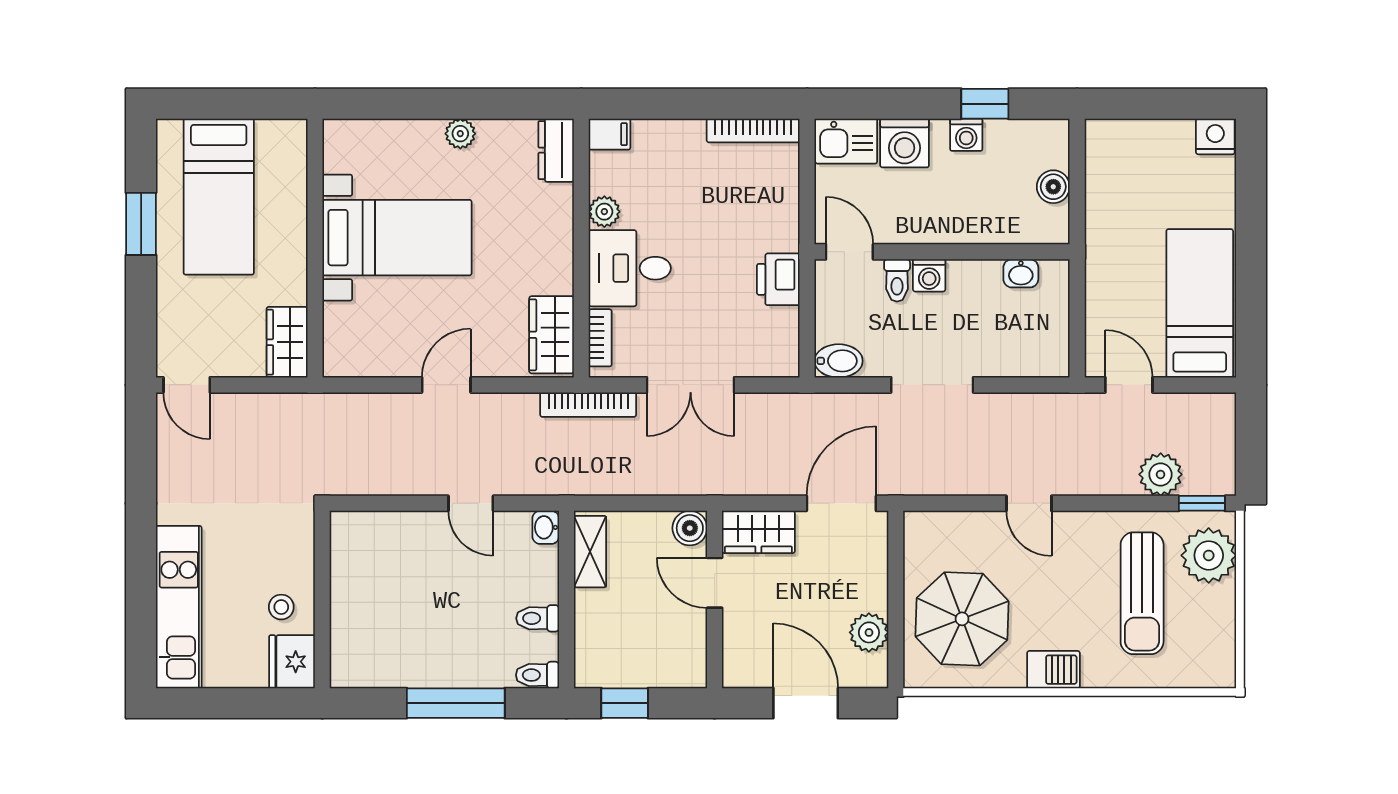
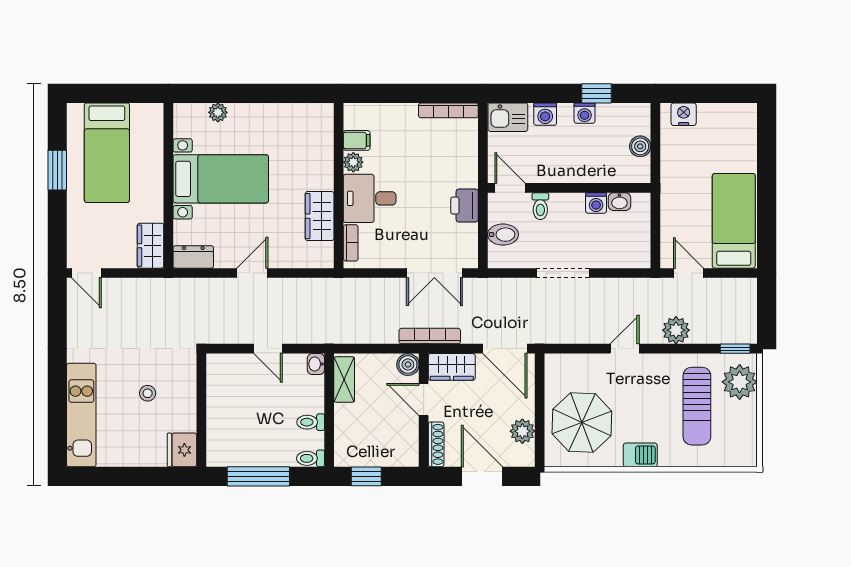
plant: (460, 134) -> (218, 112), moved
filing cabinet: (610, 134) -> (357, 140), moved
nightstand: (1215, 136) -> (684, 114), moved
washing machine: (905, 143) -> (545, 114), width x0.73, depth x0.73
dresser: (556, 150) -> (193, 257), moved, turned 90
washing machine: (929, 275) -> (596, 203), moved
wardrobe: (552, 335) -> (320, 216), moved
bidet: (839, 361) -> (503, 235), moved
double door: (691, 385) -> (434, 273), moved
bookcase: (588, 405) -> (430, 336), moved, turned 180
plant: (1161, 474) -> (676, 330), moved
door: (841, 503) -> (505, 349), swing flipped
door: (1029, 503) -> (625, 349), swing flipped
wall: (322, 600) -> (201, 410), moved
stool: (281, 607) -> (148, 393), moved
shoe rack: (734, 653) -> (436, 444), added
fridge: (292, 662) -> (182, 450), moved

